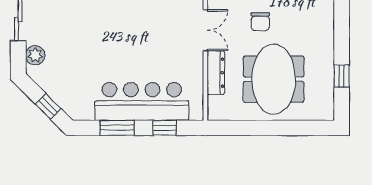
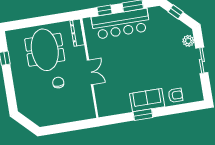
double door: (205, 30) -> (90, 72), swing flipped
dresser: (216, 73) -> (77, 33), moved

